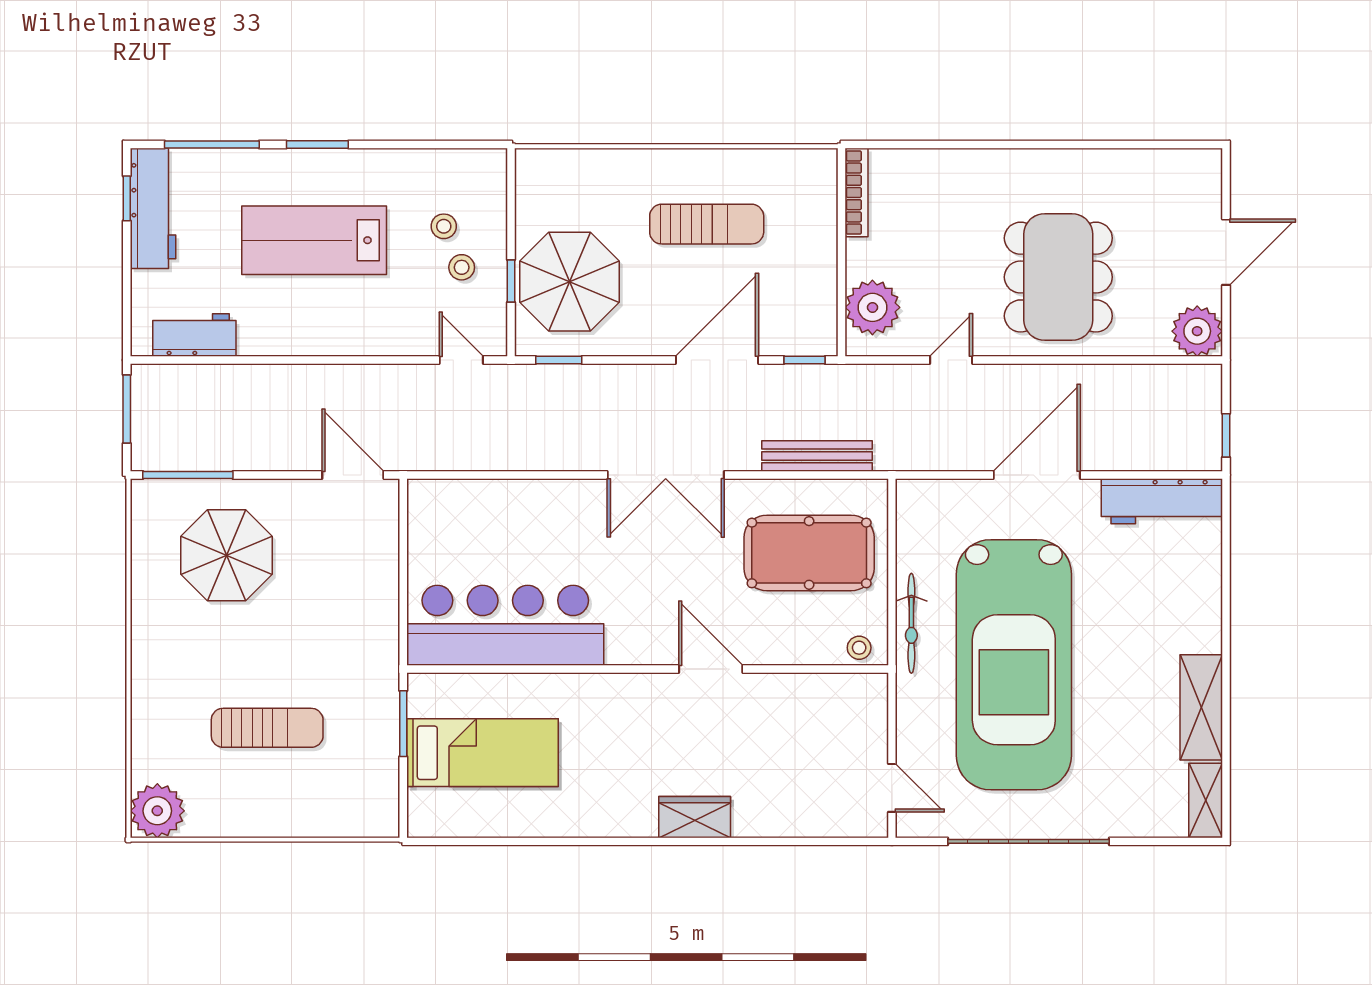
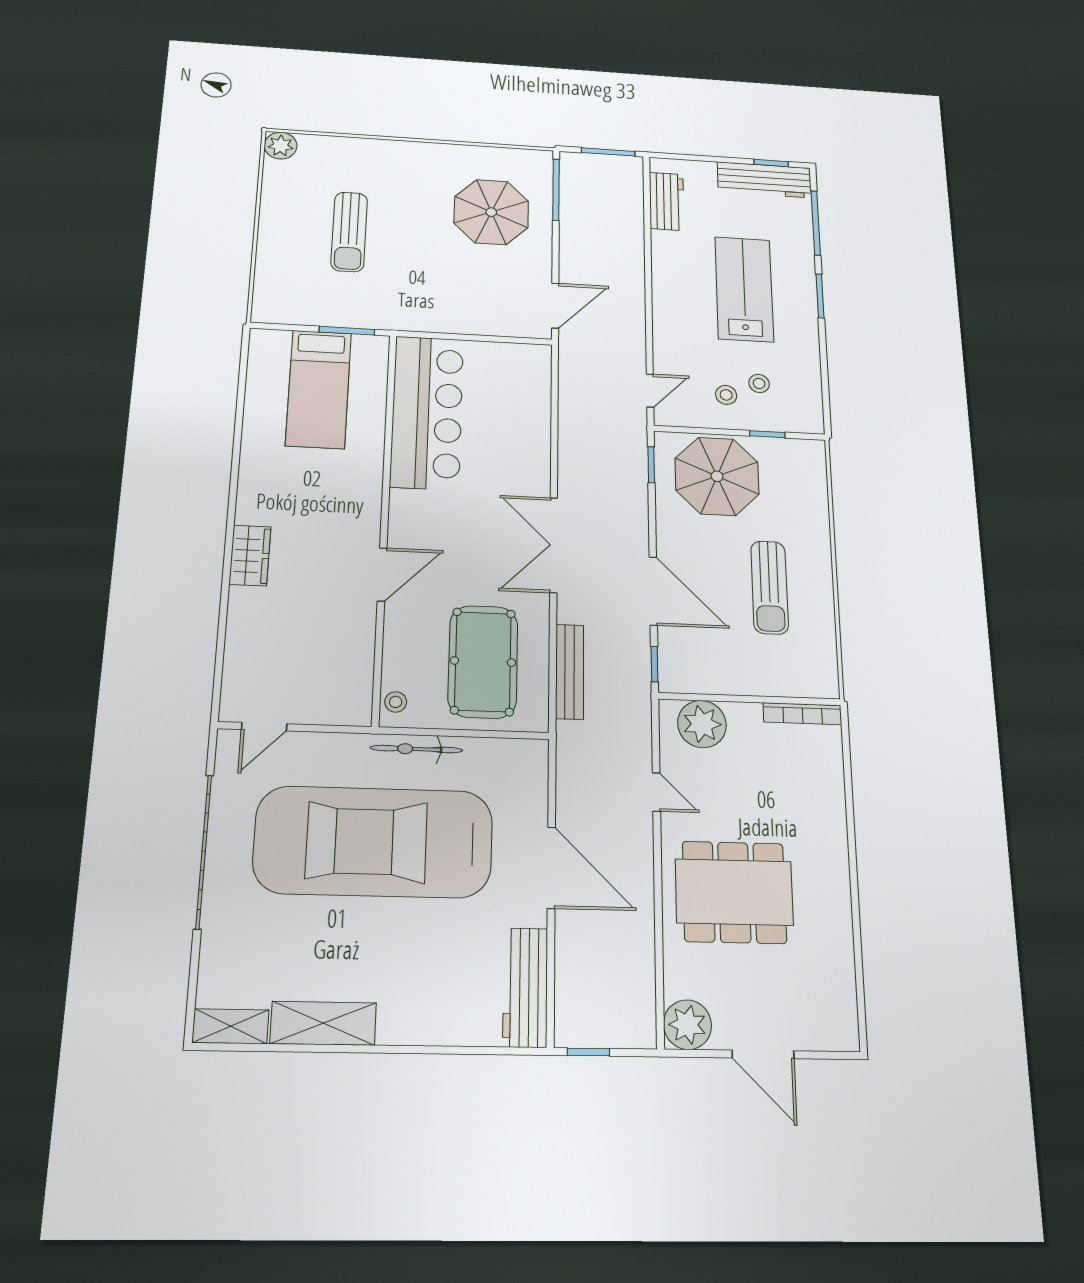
window: (511, 281) -> (767, 434), moved
plant: (157, 811) -> (281, 146), width x0.73, depth x0.73

